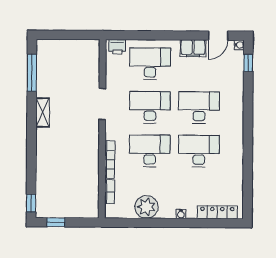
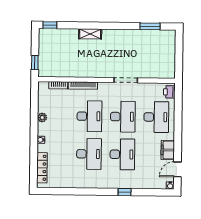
door: (218, 36) -> (177, 169), hinge flipped
window: (248, 63) -> (125, 192), moved
window: (32, 73) -> (150, 26), width x0.69
shelving: (43, 113) -> (90, 34), moved
plant: (146, 207) -> (42, 118), width x0.53, depth x0.53
window: (56, 222) -> (35, 63), moved

